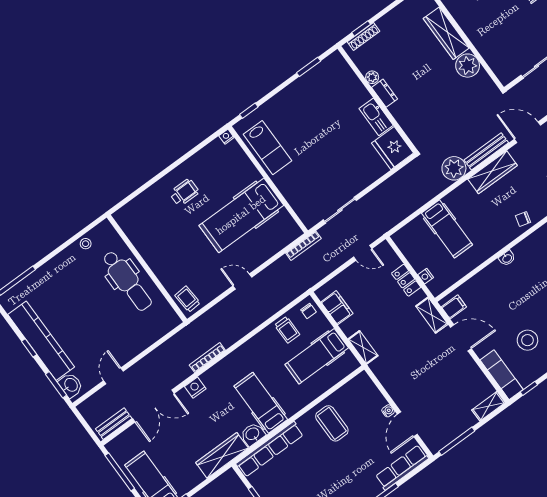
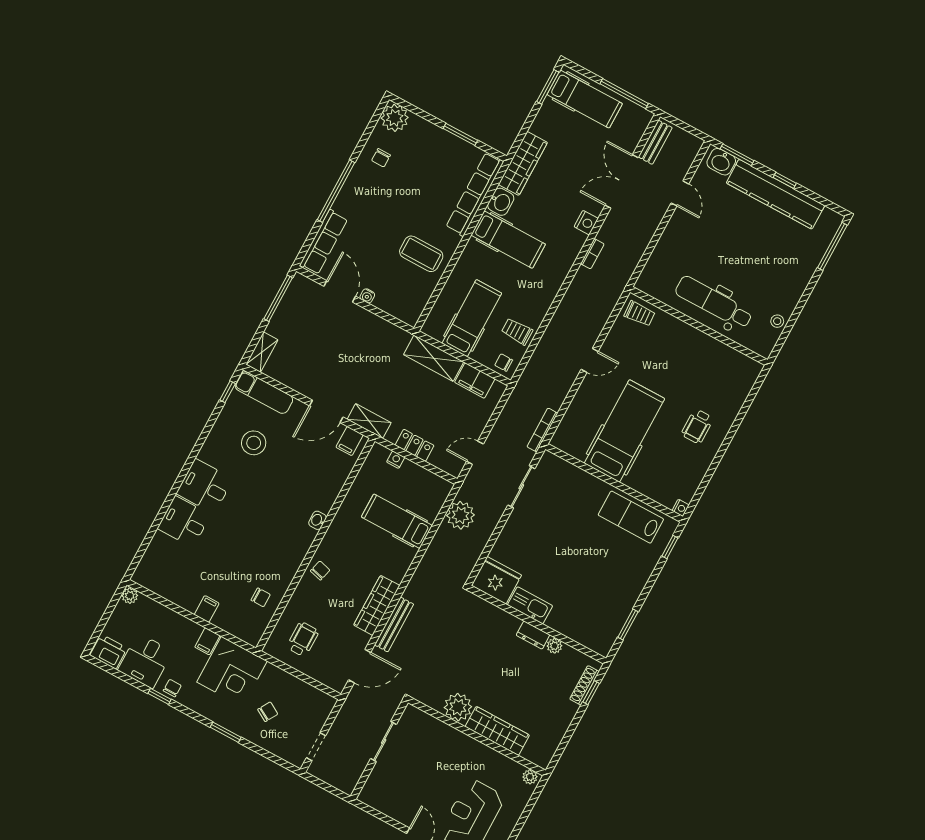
plant: (454, 168) -> (460, 515), moved
shelving: (363, 347) -> (434, 358), width x1.50, depth x1.33
bookcase: (207, 358) -> (592, 254), width x0.64

